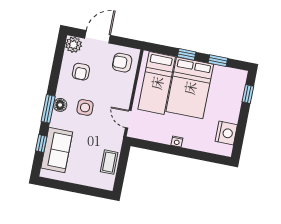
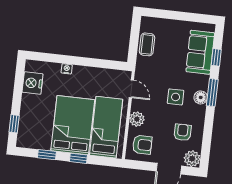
plant: (125, 89) -> (137, 119), added
nightstand: (177, 142) -> (67, 69), moved

